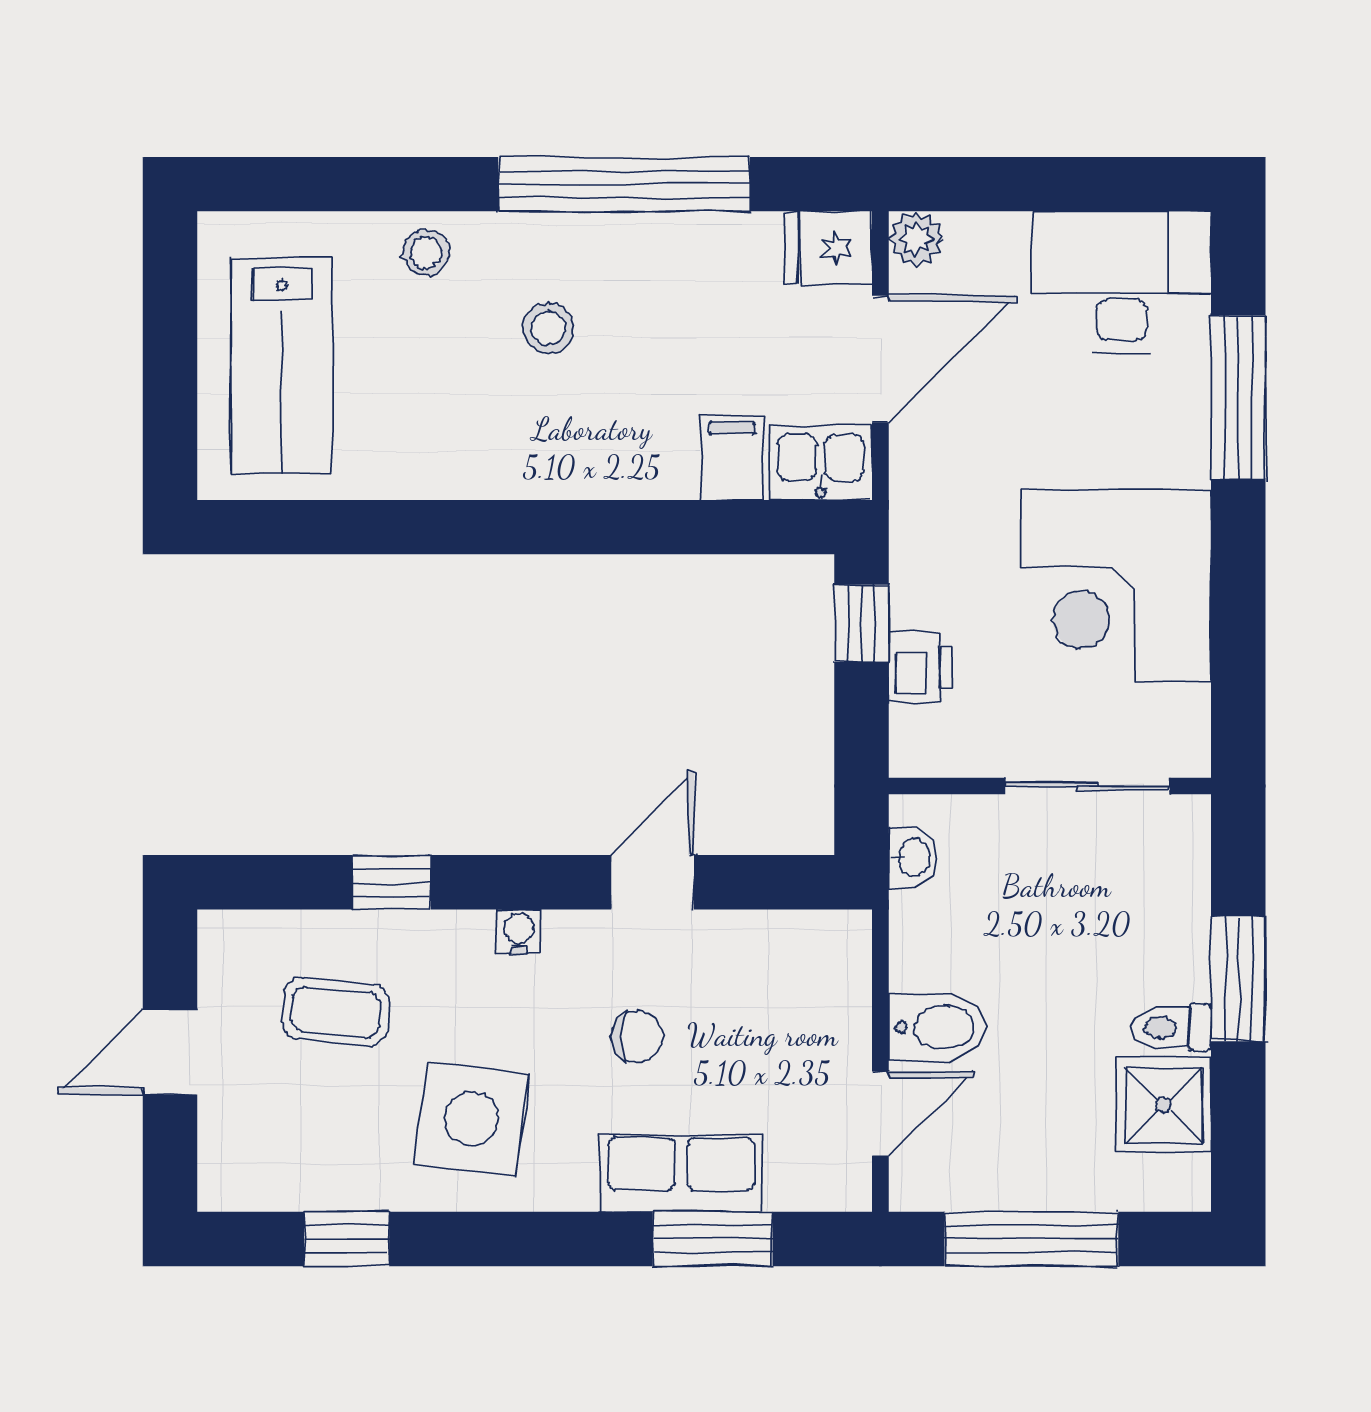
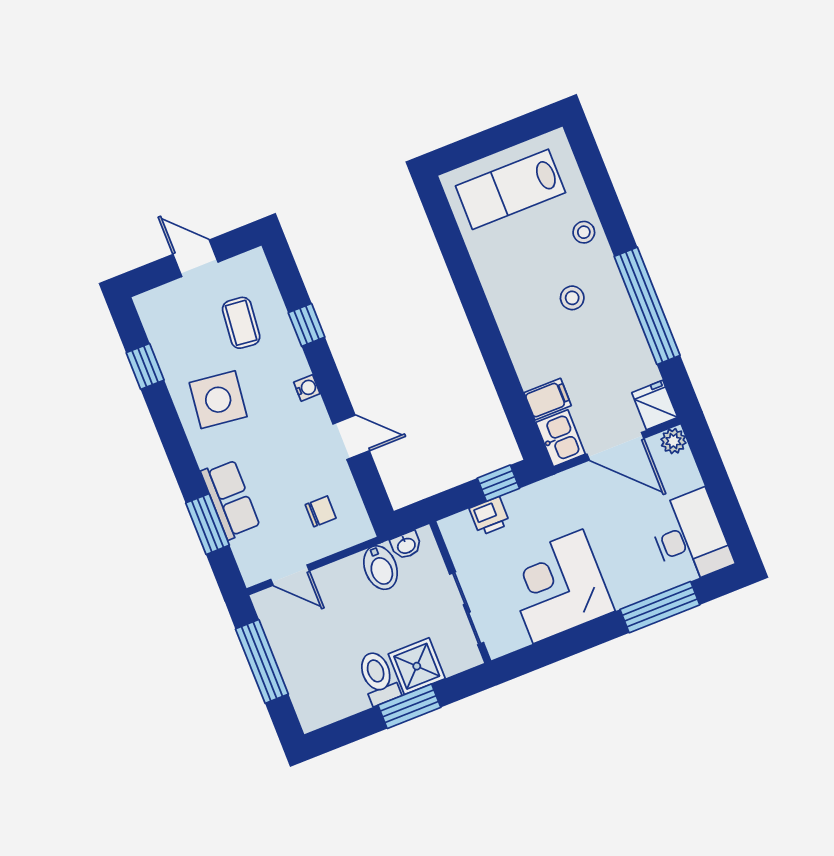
bidet: (937, 1027) -> (381, 568), moved
toilet: (1171, 1028) -> (378, 678), width x1.37, depth x1.39
chair: (637, 1037) -> (321, 511), moved, turned -90
shower: (1164, 1105) -> (417, 666), moved

